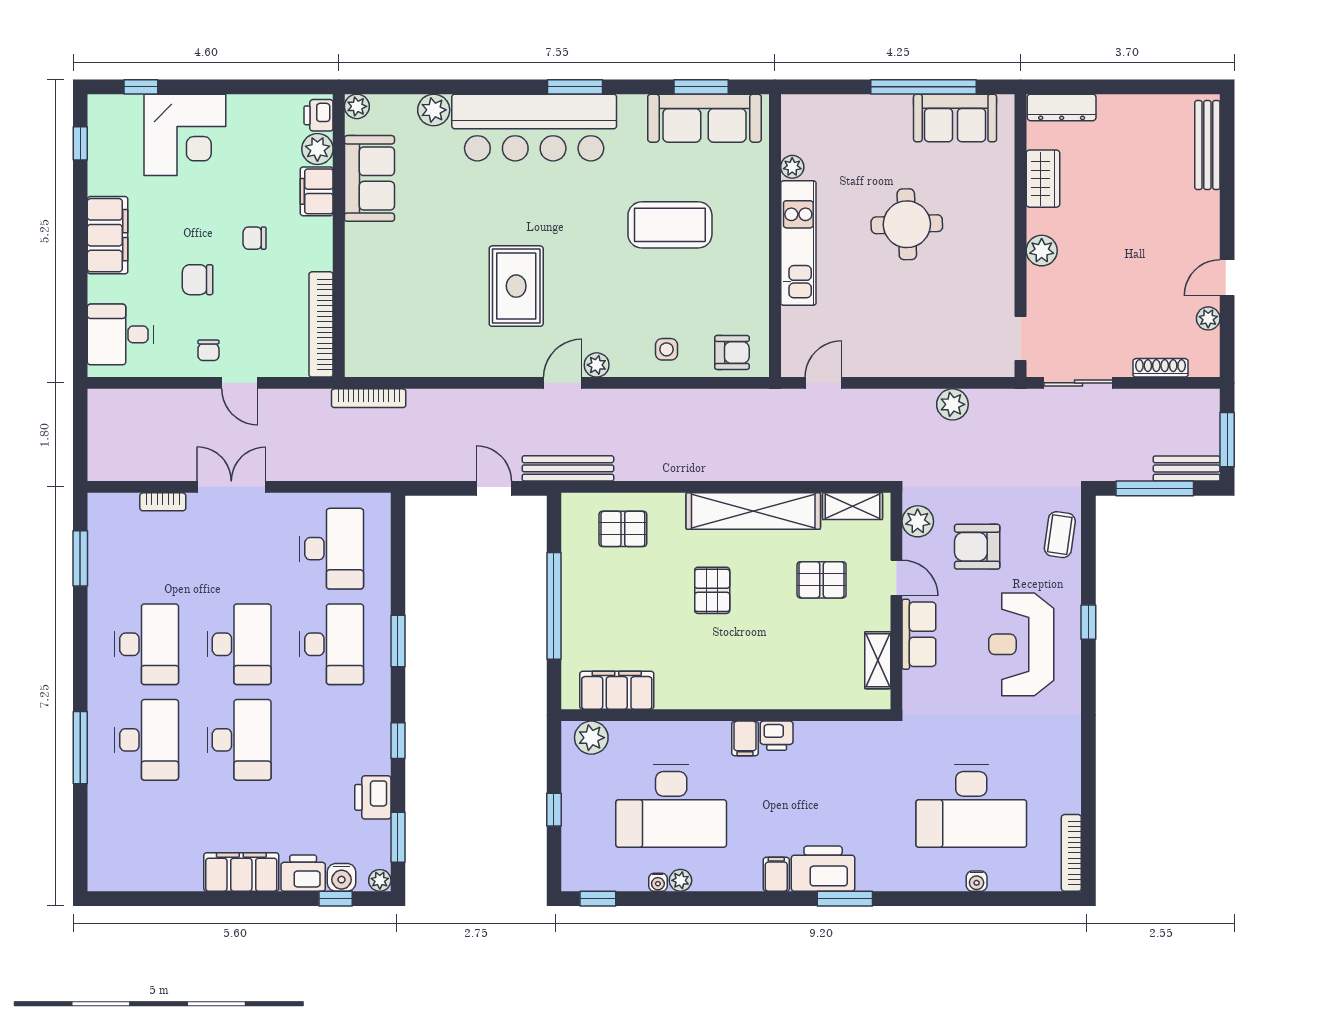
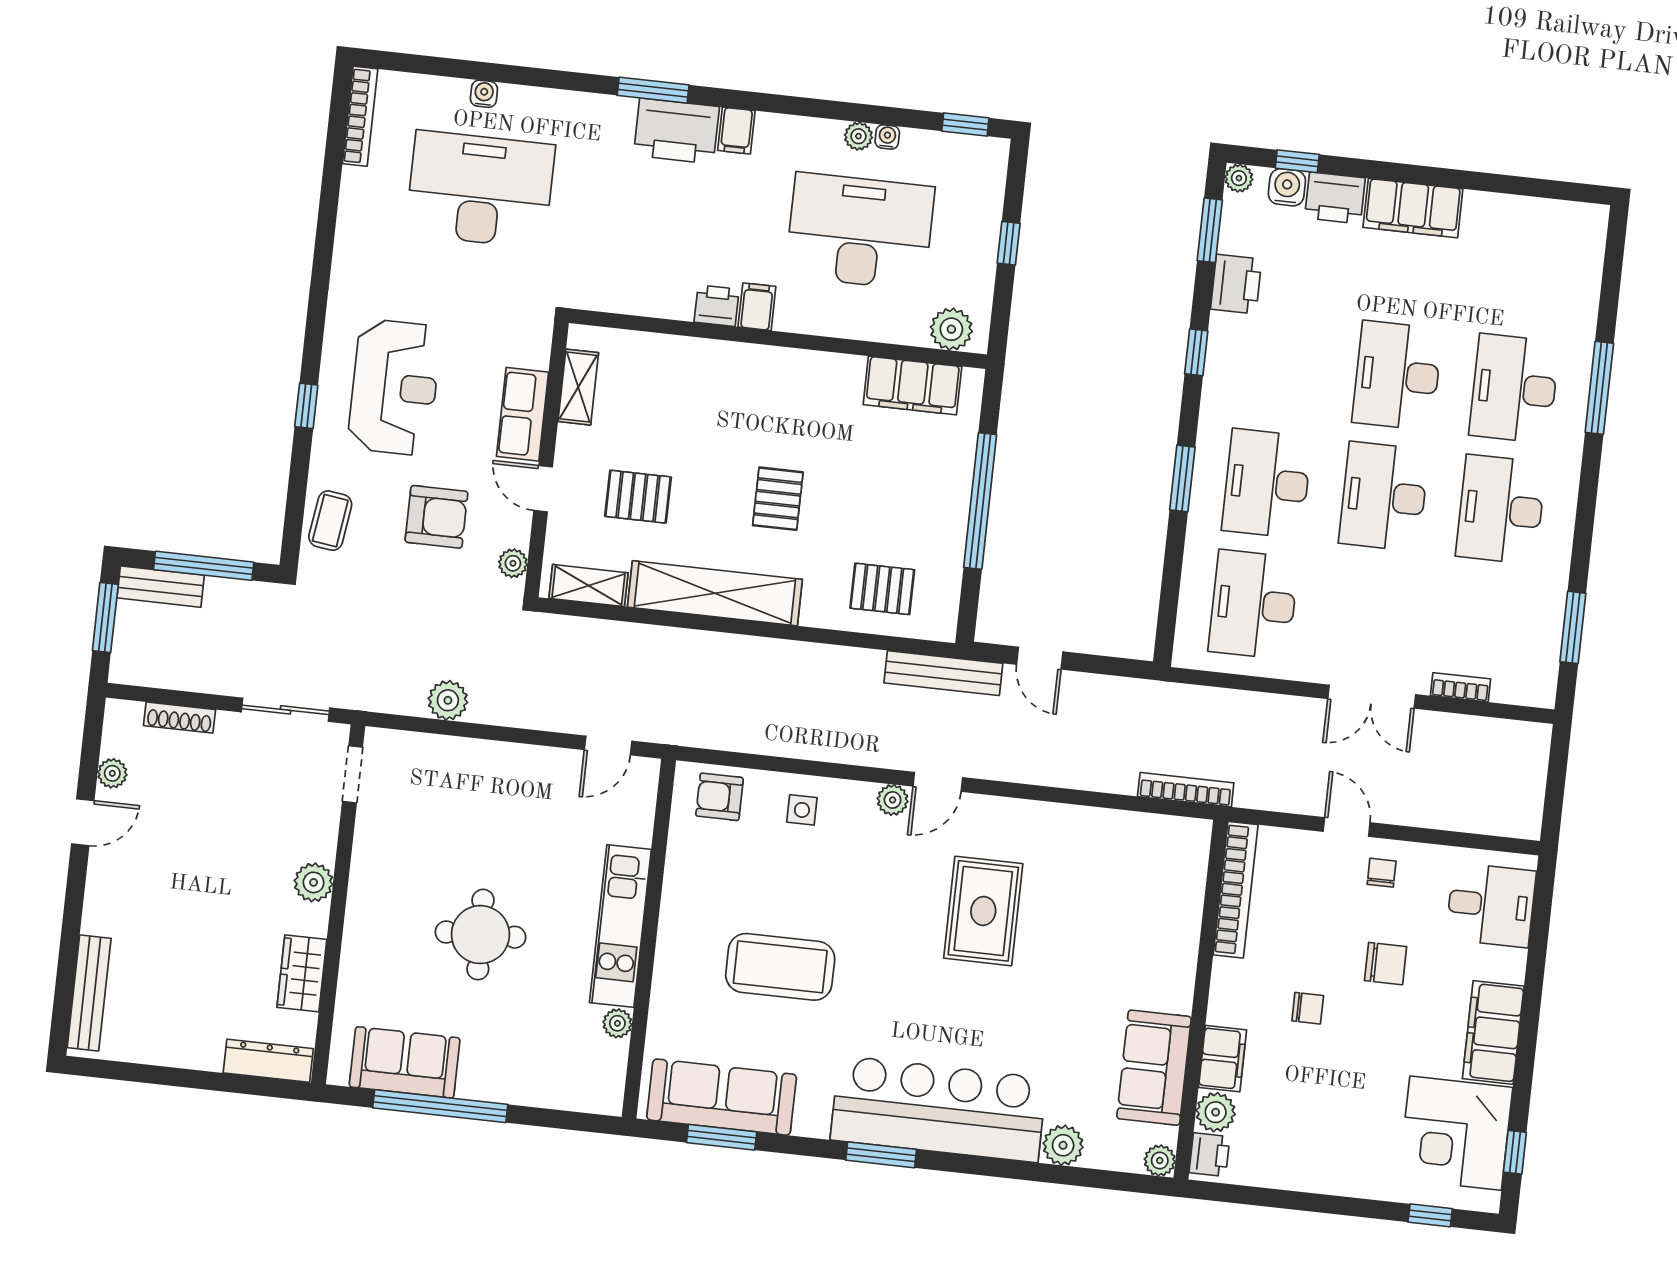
corner desk: (185, 135) -> (1456, 1133), moved, turned -90
plant: (918, 521) -> (513, 563), width x0.73, depth x0.73

